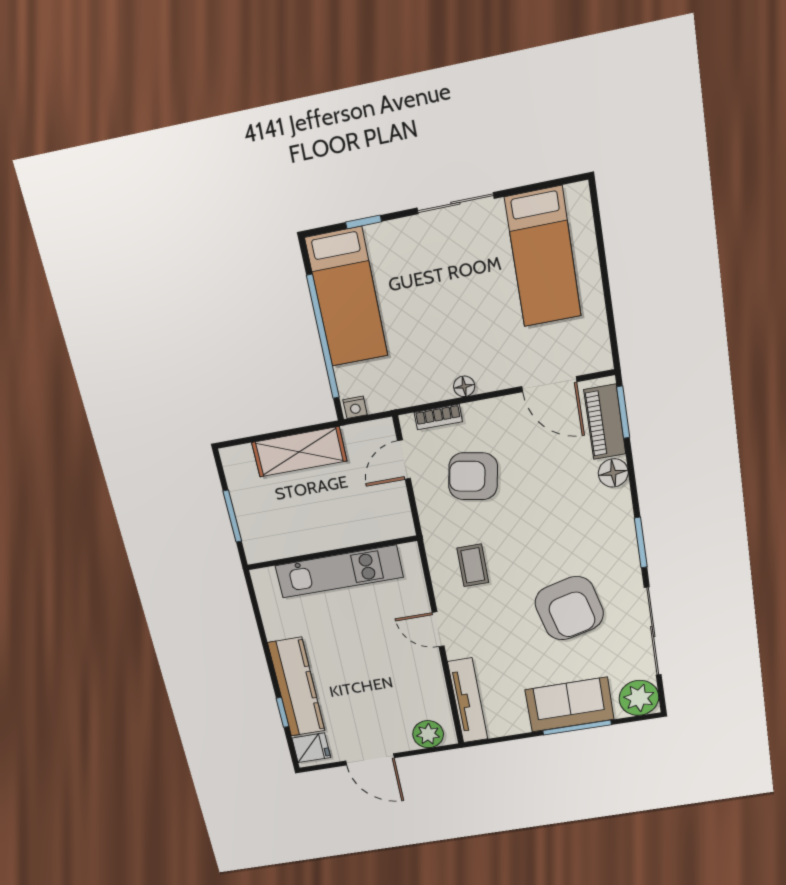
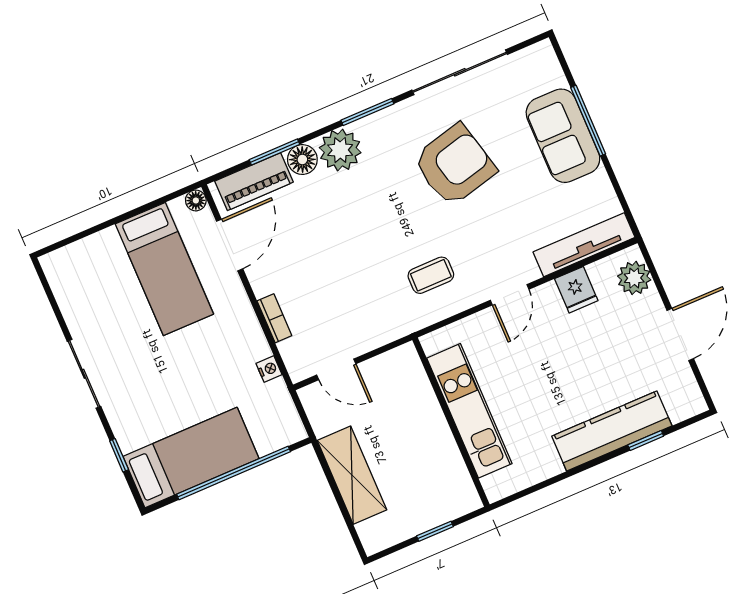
bed: (543, 257) -> (164, 269), moved, turned 90
floor lamp: (464, 386) -> (196, 200), moved
nightstand: (355, 407) -> (269, 369), moved
window: (623, 412) -> (274, 152), moved
bookcase: (438, 417) -> (274, 318), moved
armchair: (473, 476) -> (337, 297), removed
window: (232, 516) -> (435, 531), width x0.67
plant: (639, 698) -> (340, 150), moved
fridge: (311, 748) -> (576, 290), moved, turned 180

